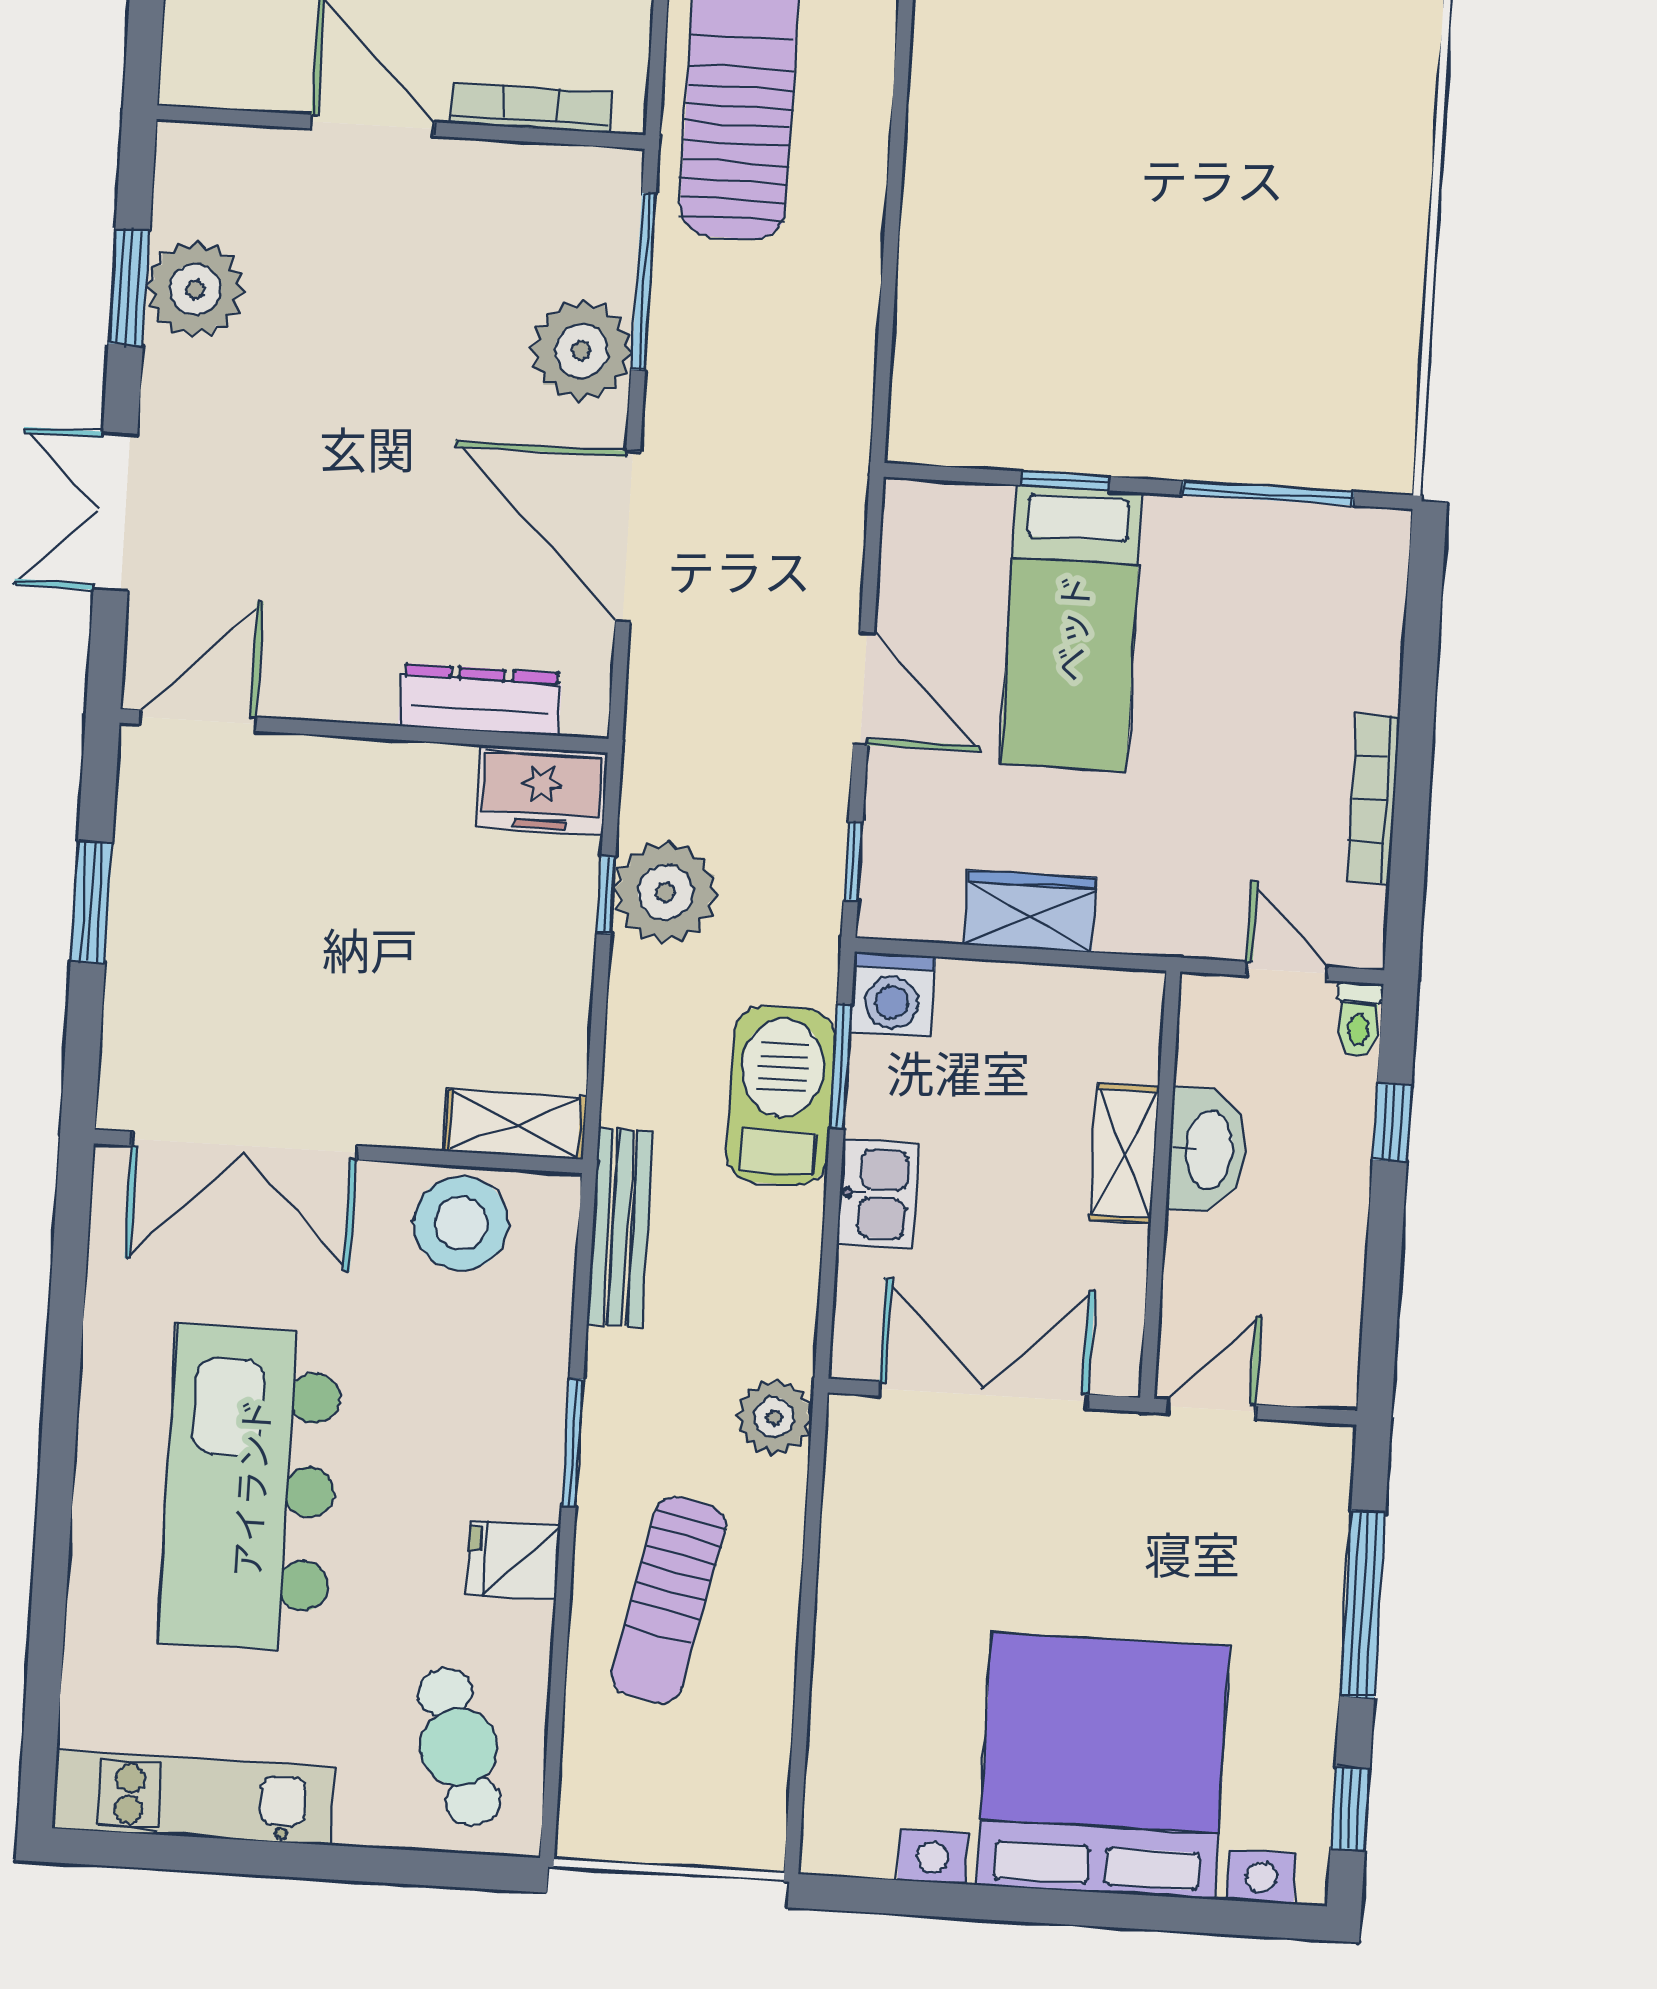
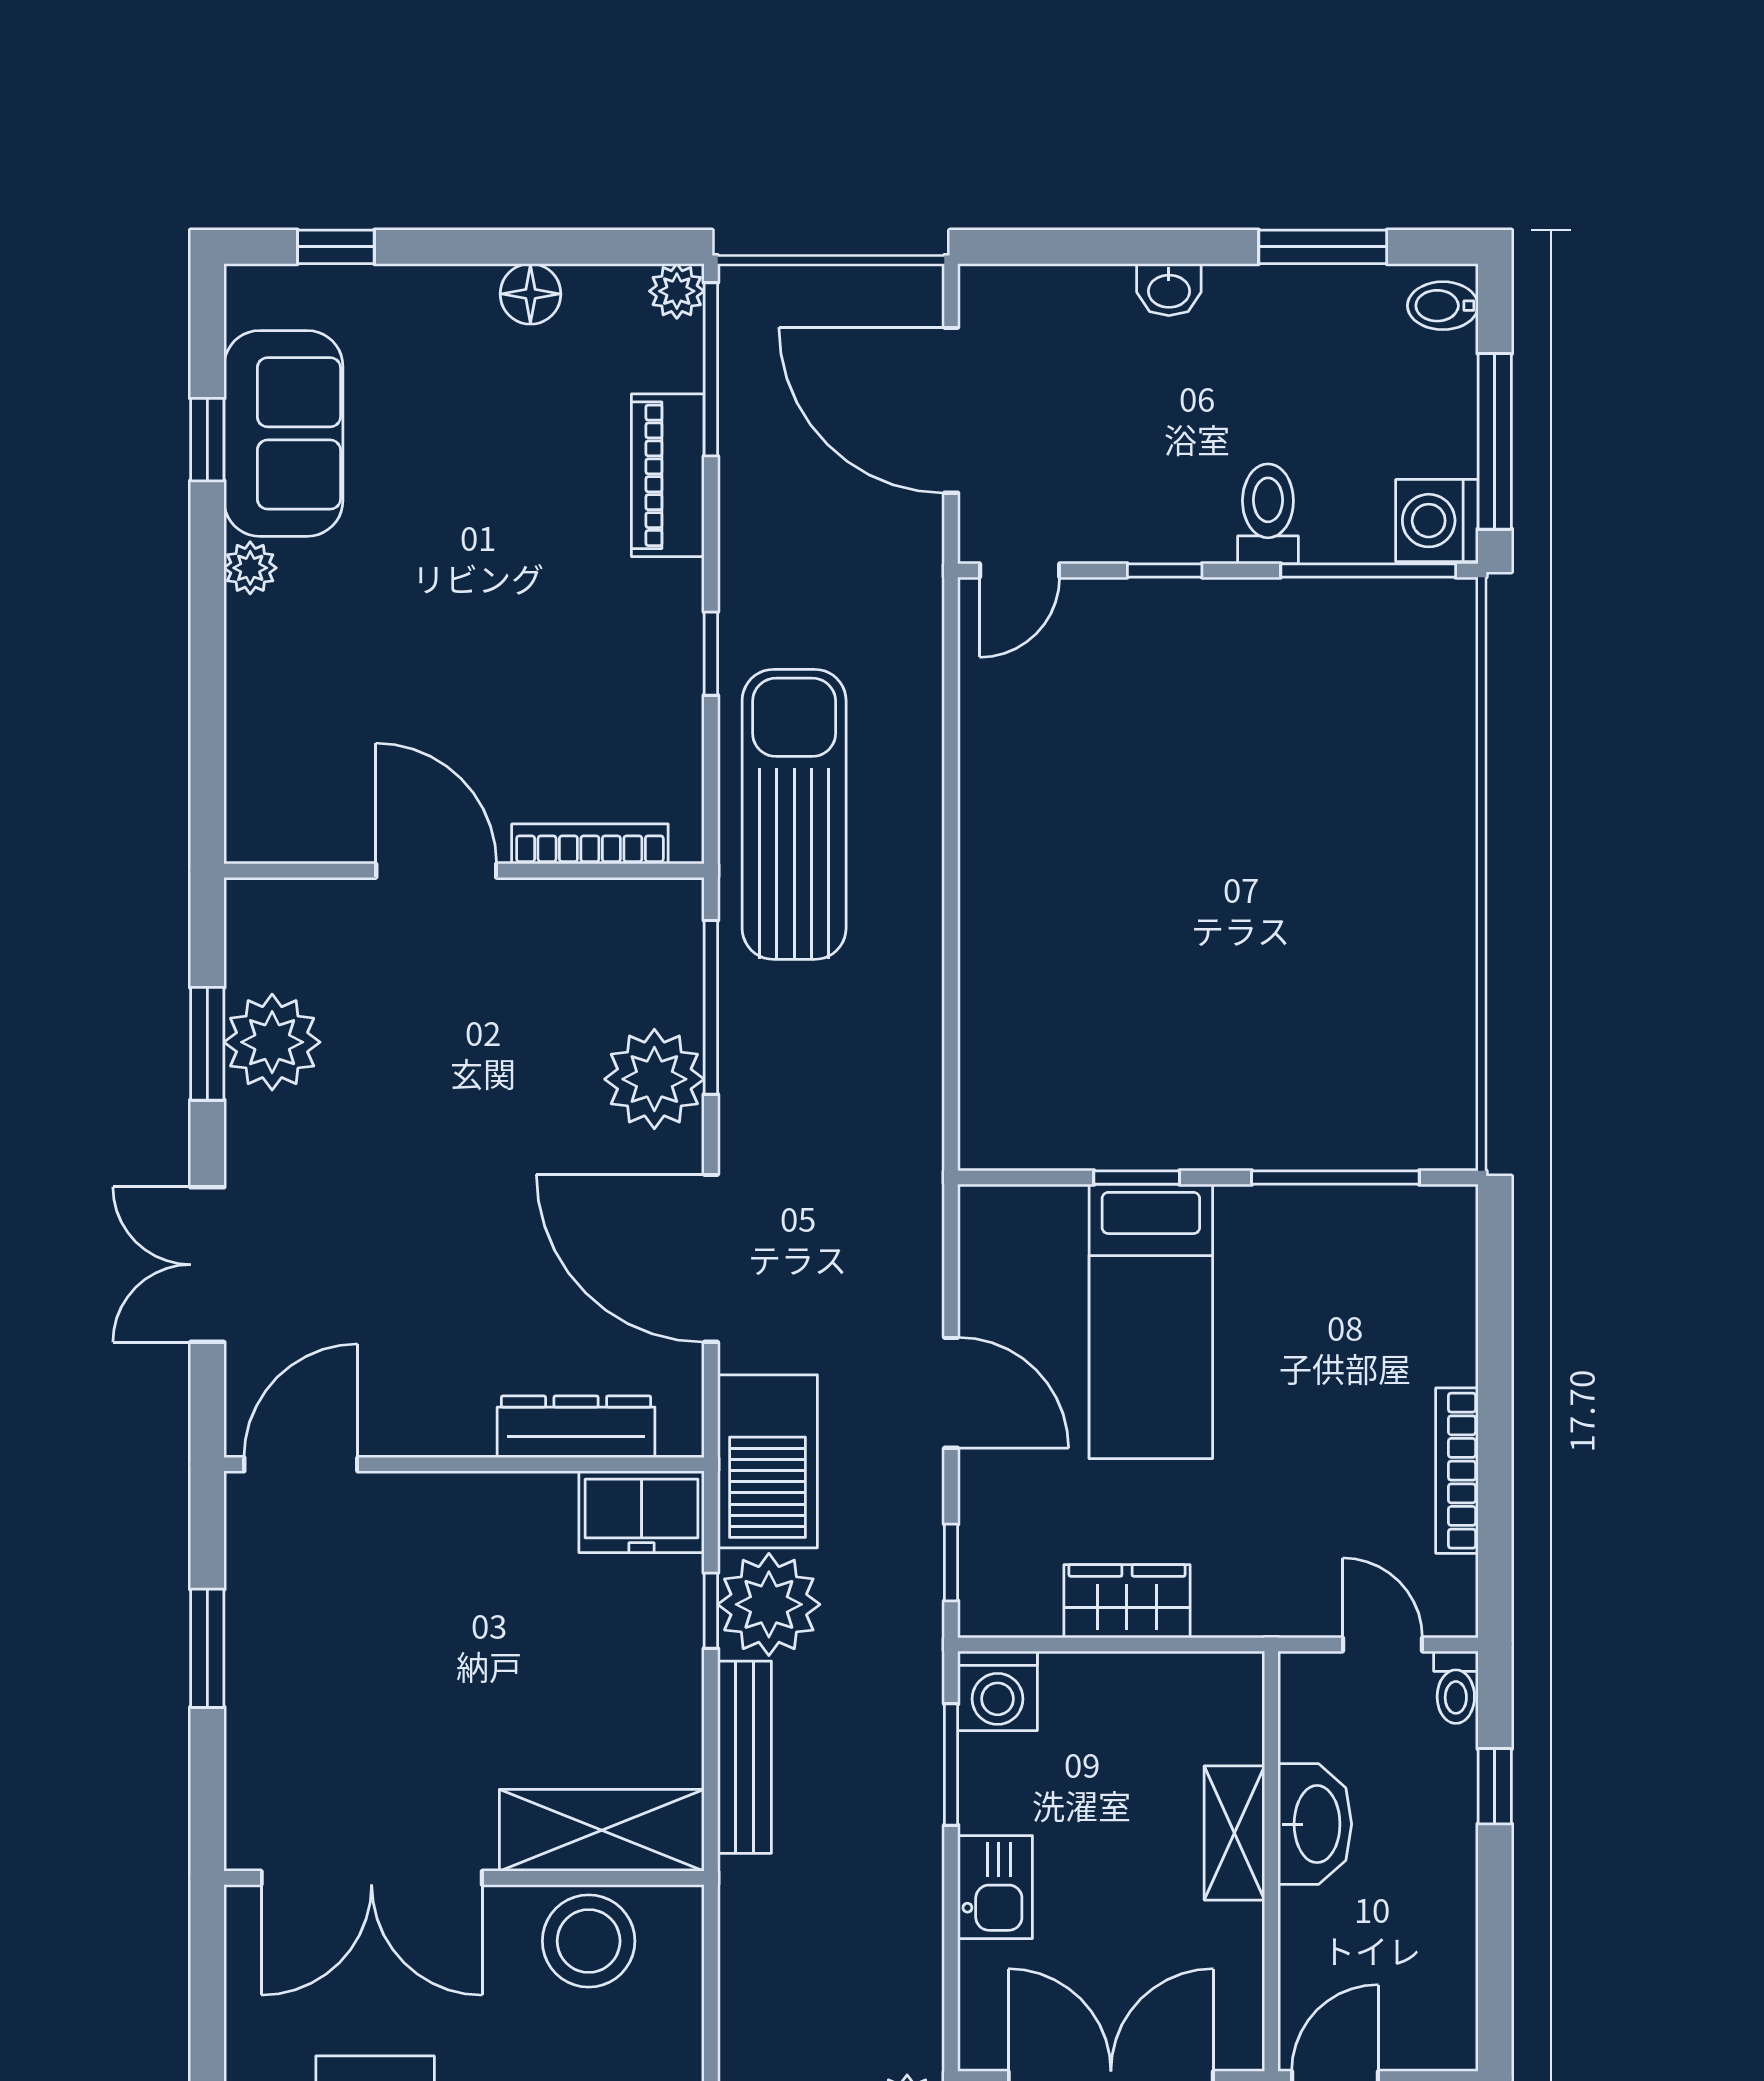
barbecue: (781, 1096) -> (767, 1461), moved, turned 180
shelving: (515, 1124) -> (602, 1830), width x1.50, depth x1.33
bench: (620, 1228) -> (745, 1757), moved

